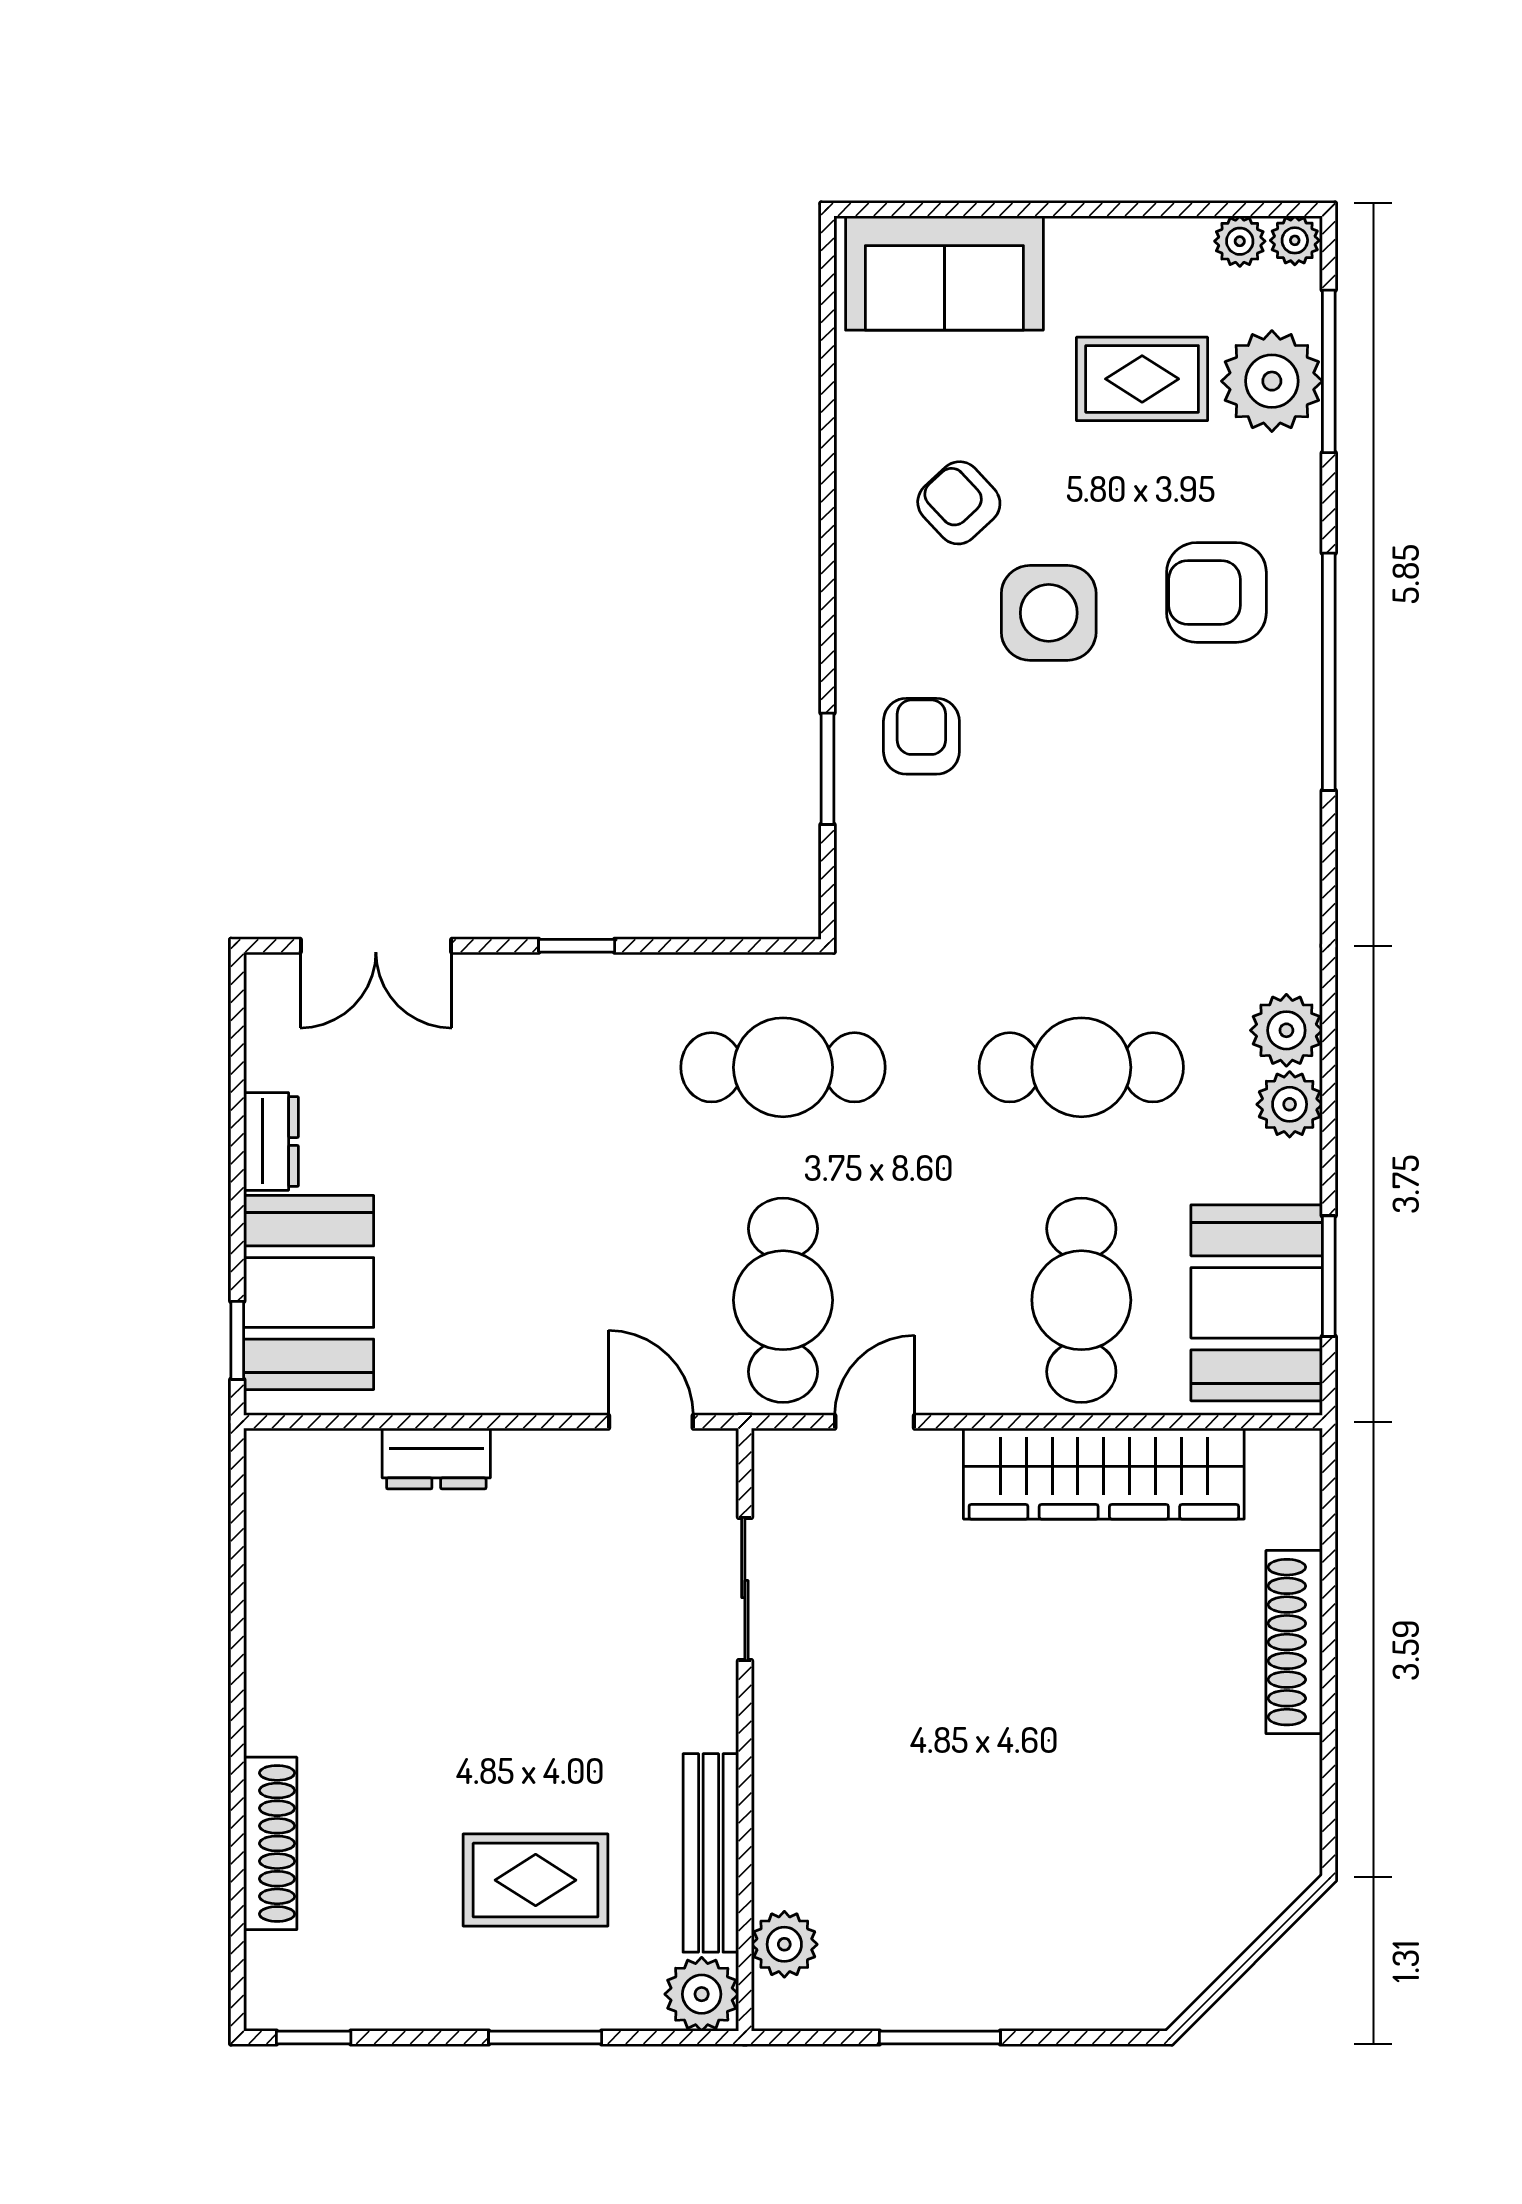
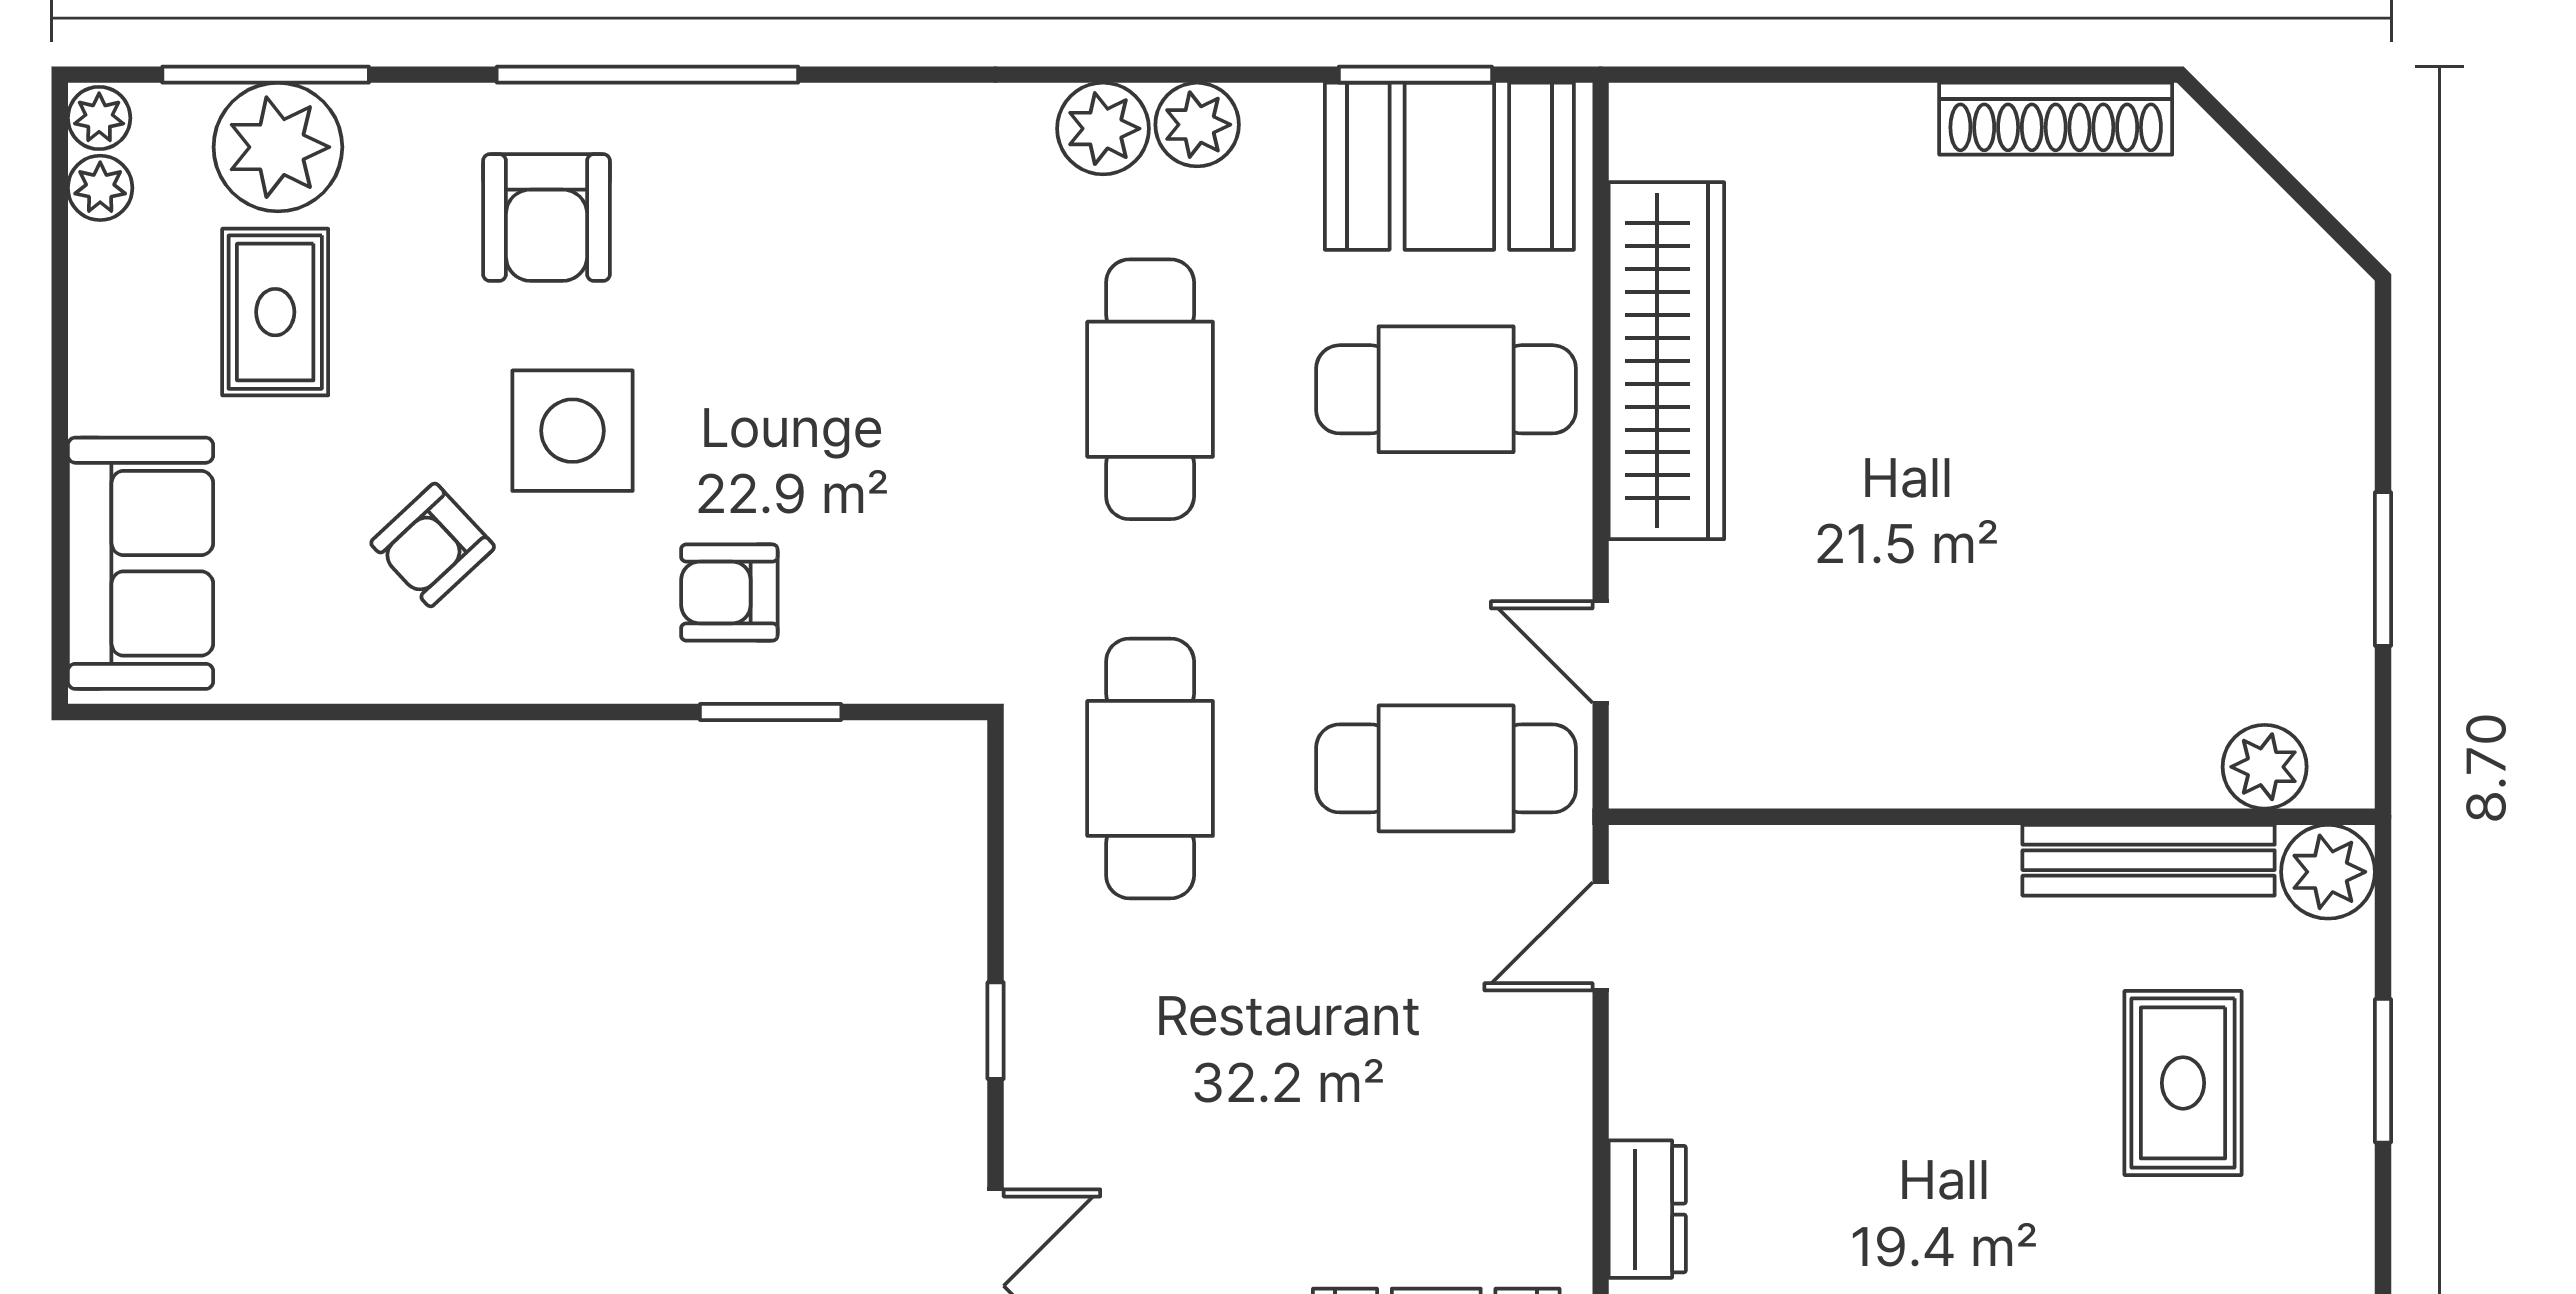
sliding door: (745, 1589) -> (1813, 817), removed
shoe rack: (1294, 1642) -> (2056, 119), moved

